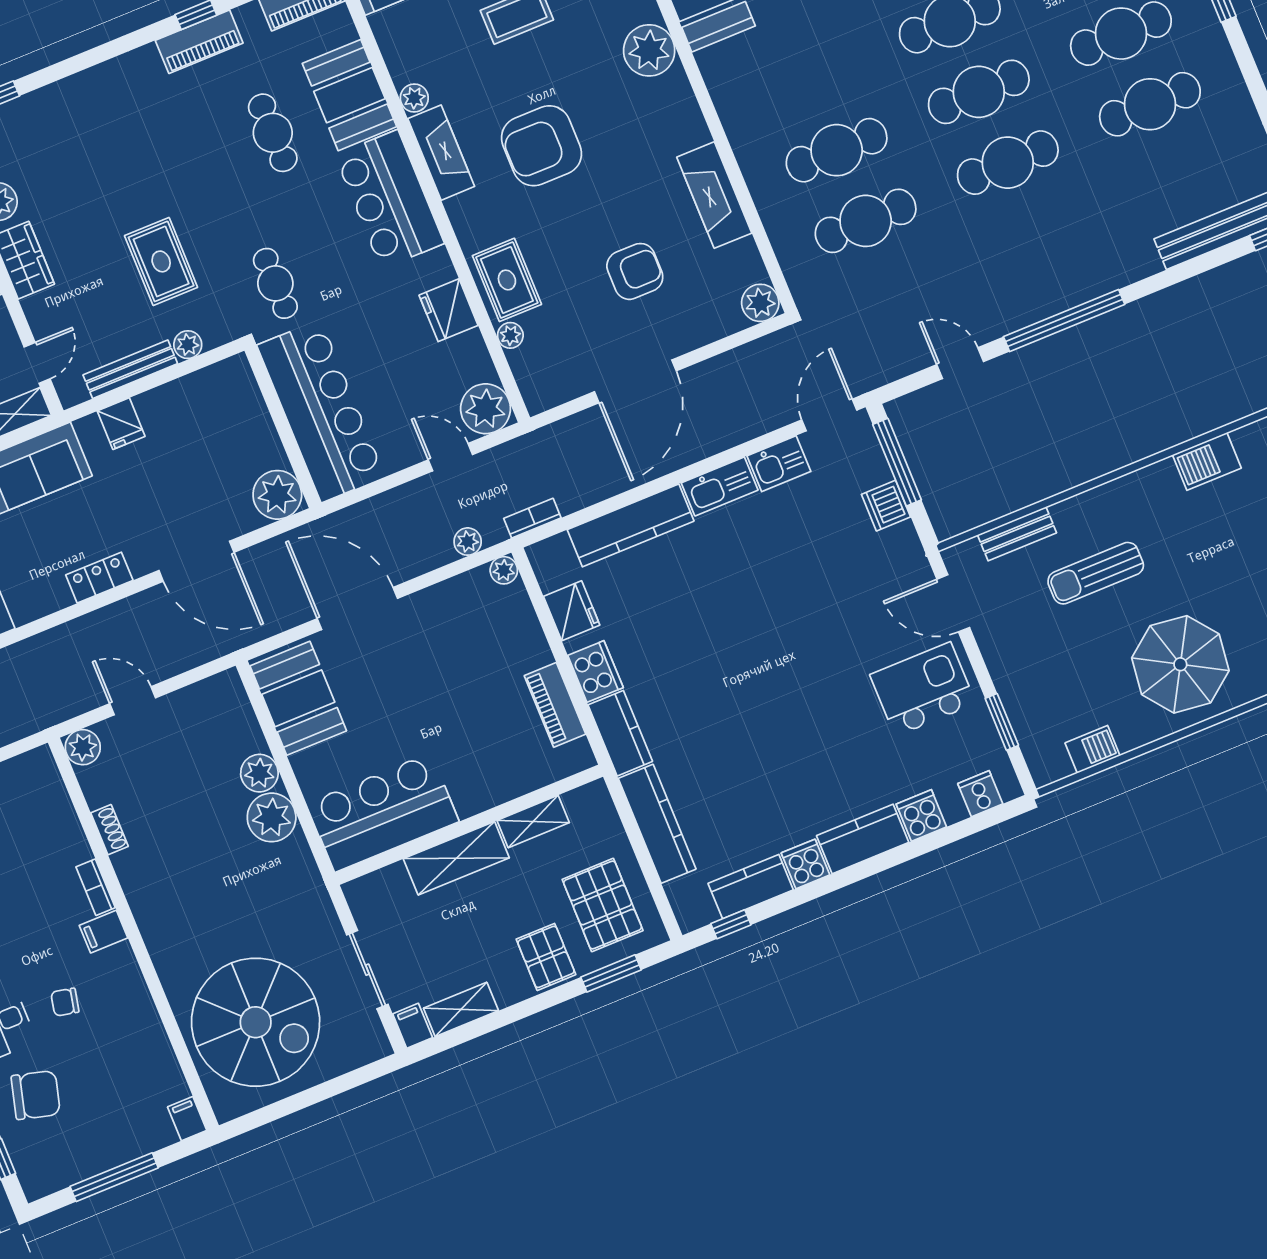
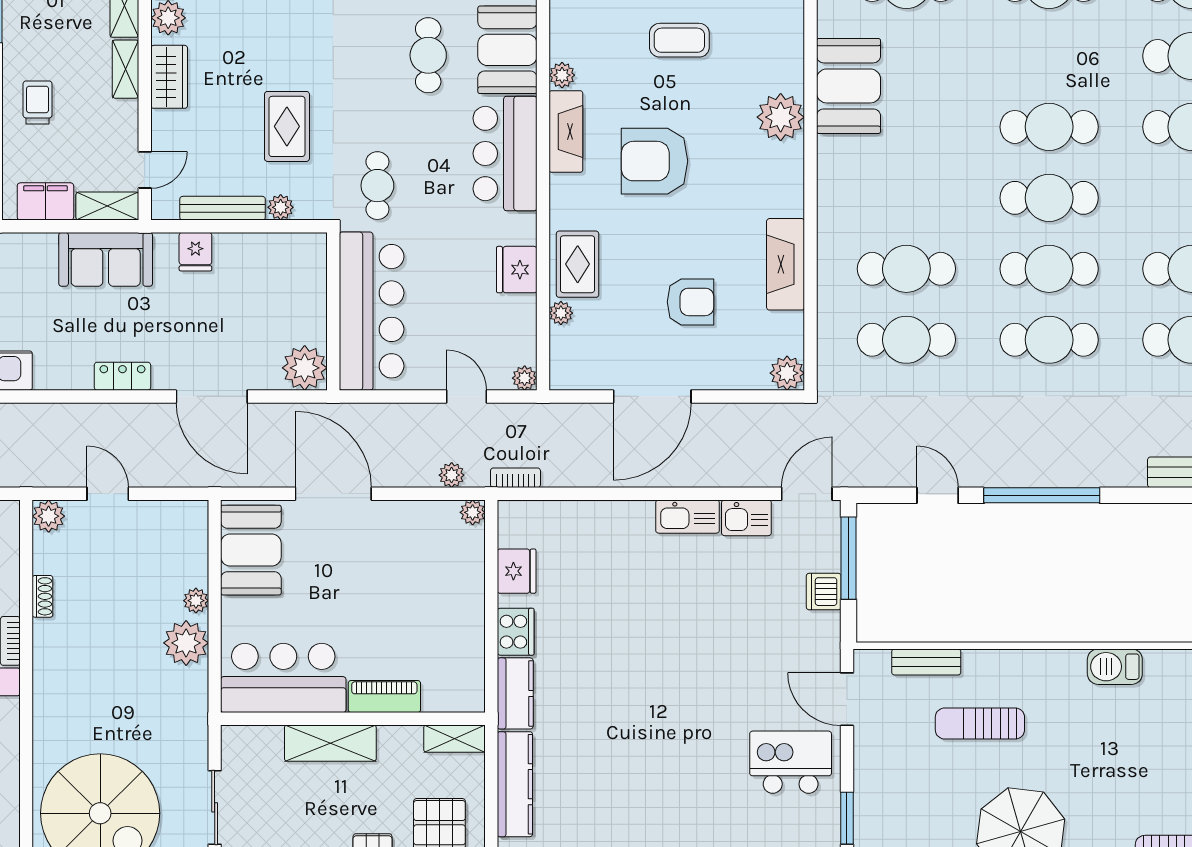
plant: (486, 409) -> (525, 378), width x0.53, depth x0.53
kitchen counter: (631, 525) -> (597, 519), removed
piano: (555, 705) -> (384, 697), moved, turned 90
plant: (259, 773) -> (196, 601), width x0.73, depth x0.73
shelving: (533, 821) -> (454, 739), moved

